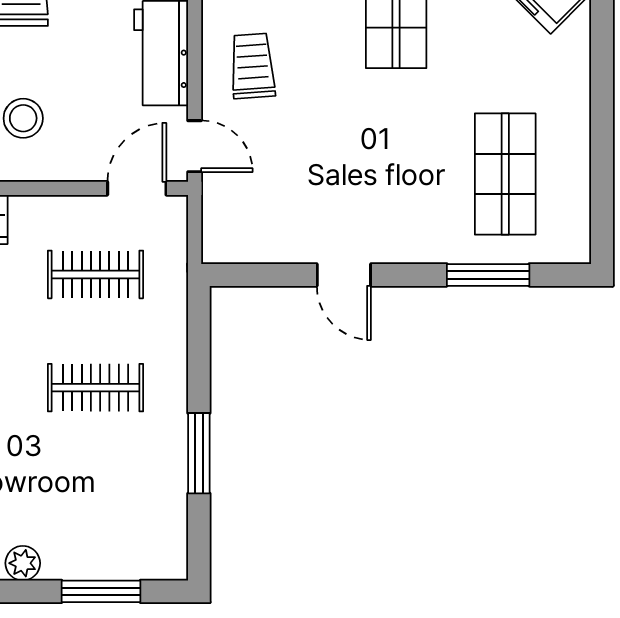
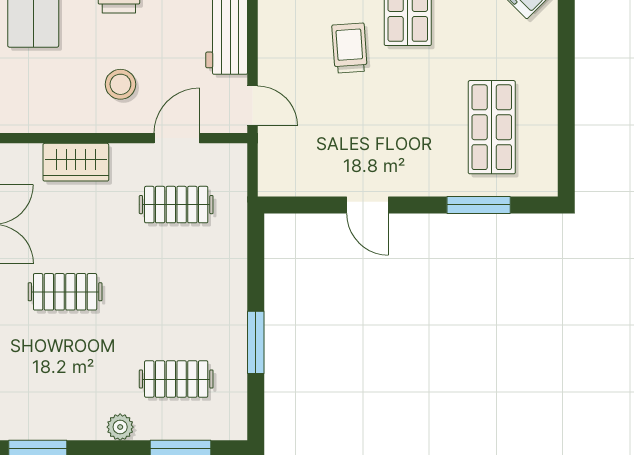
trolley: (252, 66) -> (350, 48), moved
door: (137, 188) -> (177, 138), moved
clothes rail: (96, 388) -> (176, 379), moved

